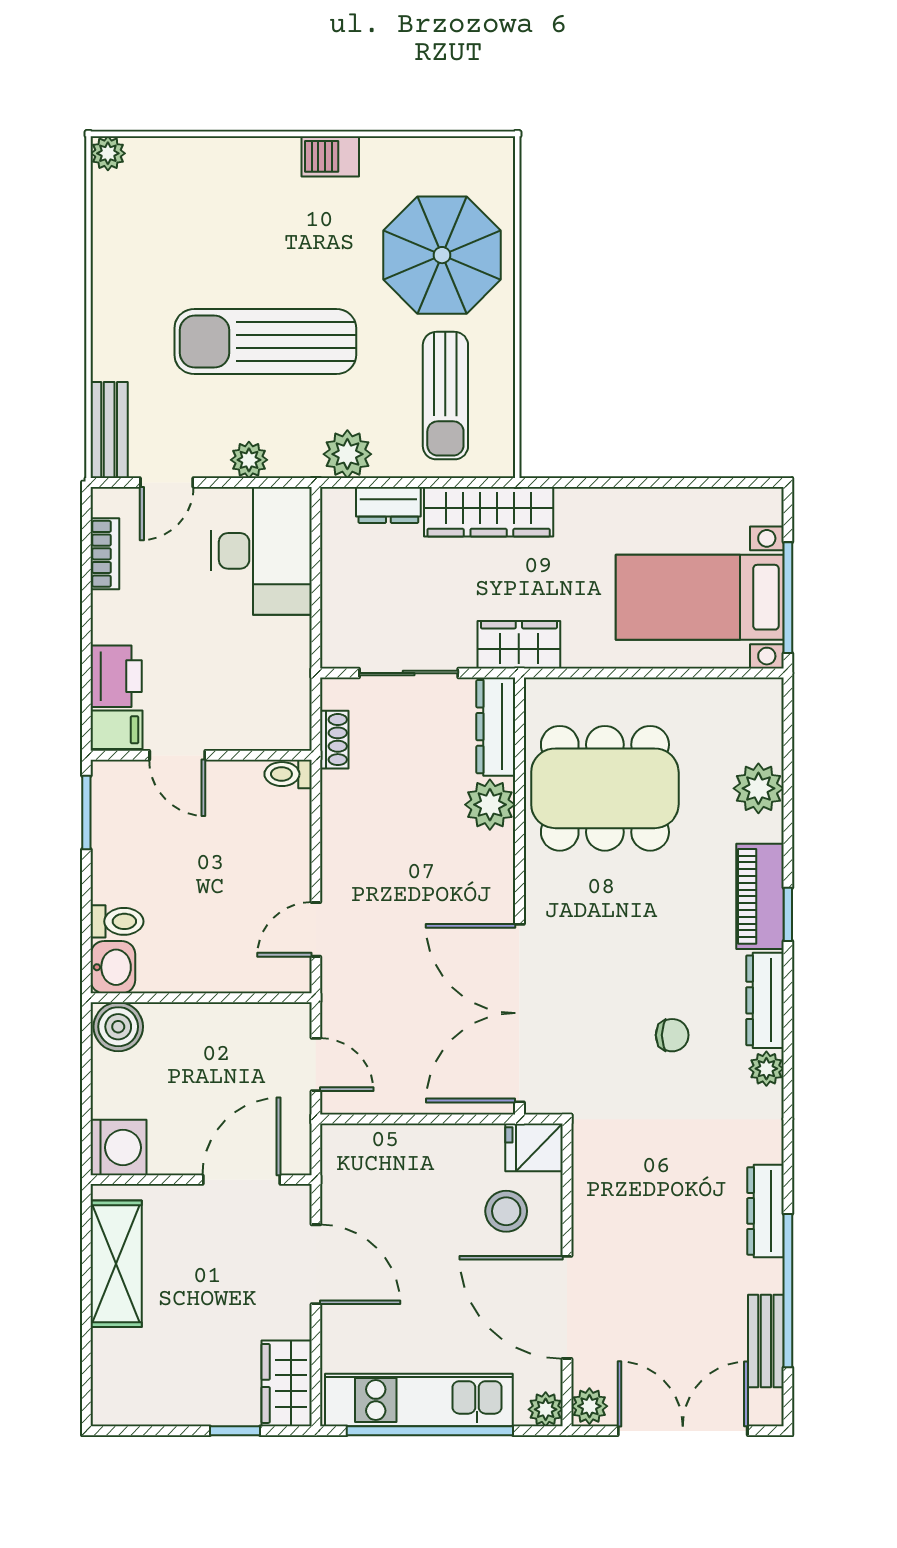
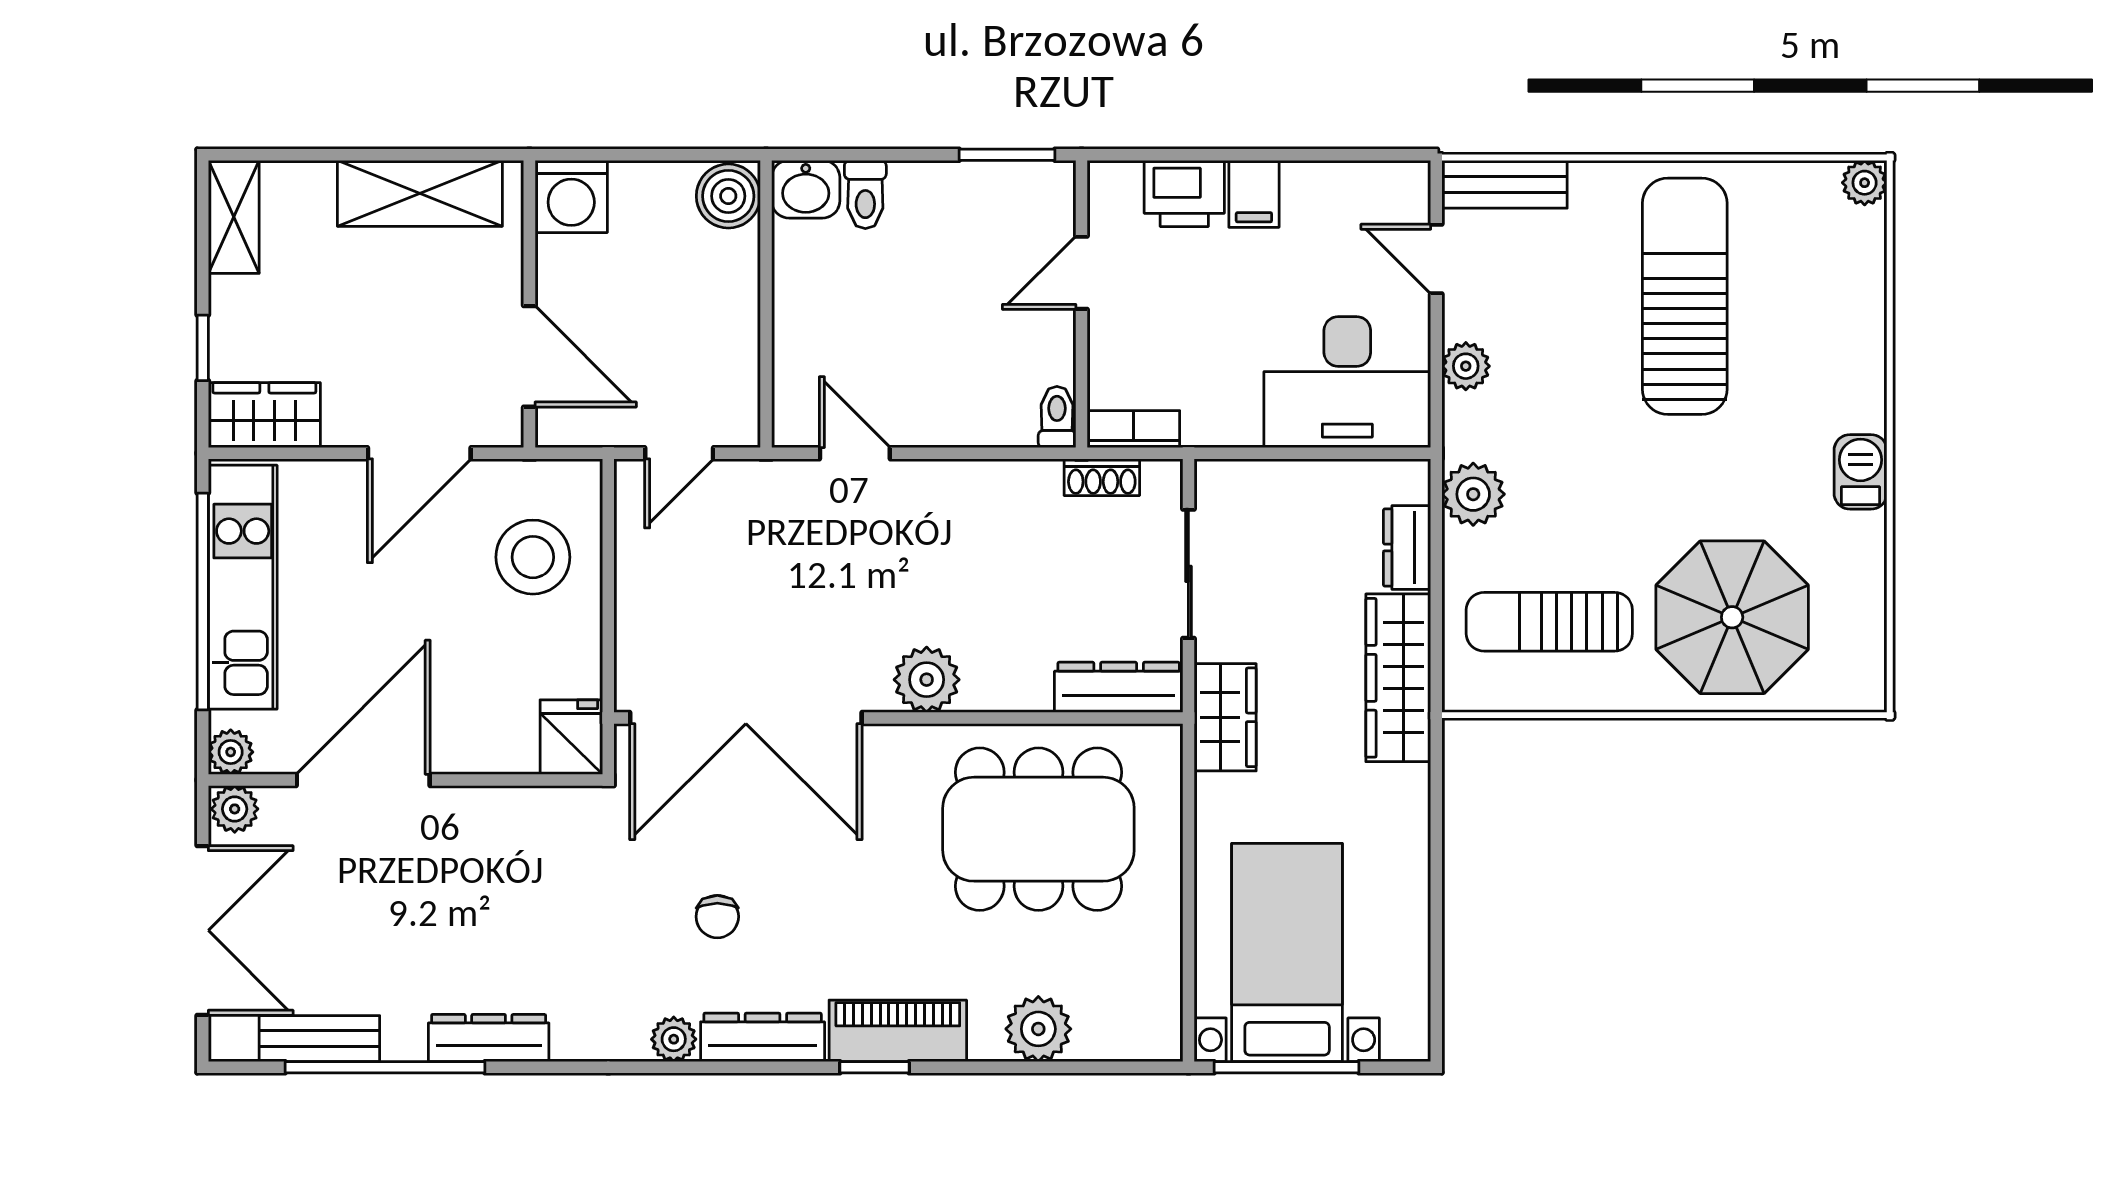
sun lounger: (265, 342) -> (1685, 296), moved
bookcase: (105, 554) -> (1133, 429), moved, turned 180
filing cabinet: (116, 730) -> (1254, 194), moved
dining table: (605, 788) -> (1038, 829), turned 90
plant: (490, 805) -> (927, 680), moved
double door: (519, 1013) -> (746, 718), swing flipped
stool: (506, 1211) -> (533, 557), moved, width x1.38, depth x1.38
shelving: (134, 1407) -> (234, 217), added

